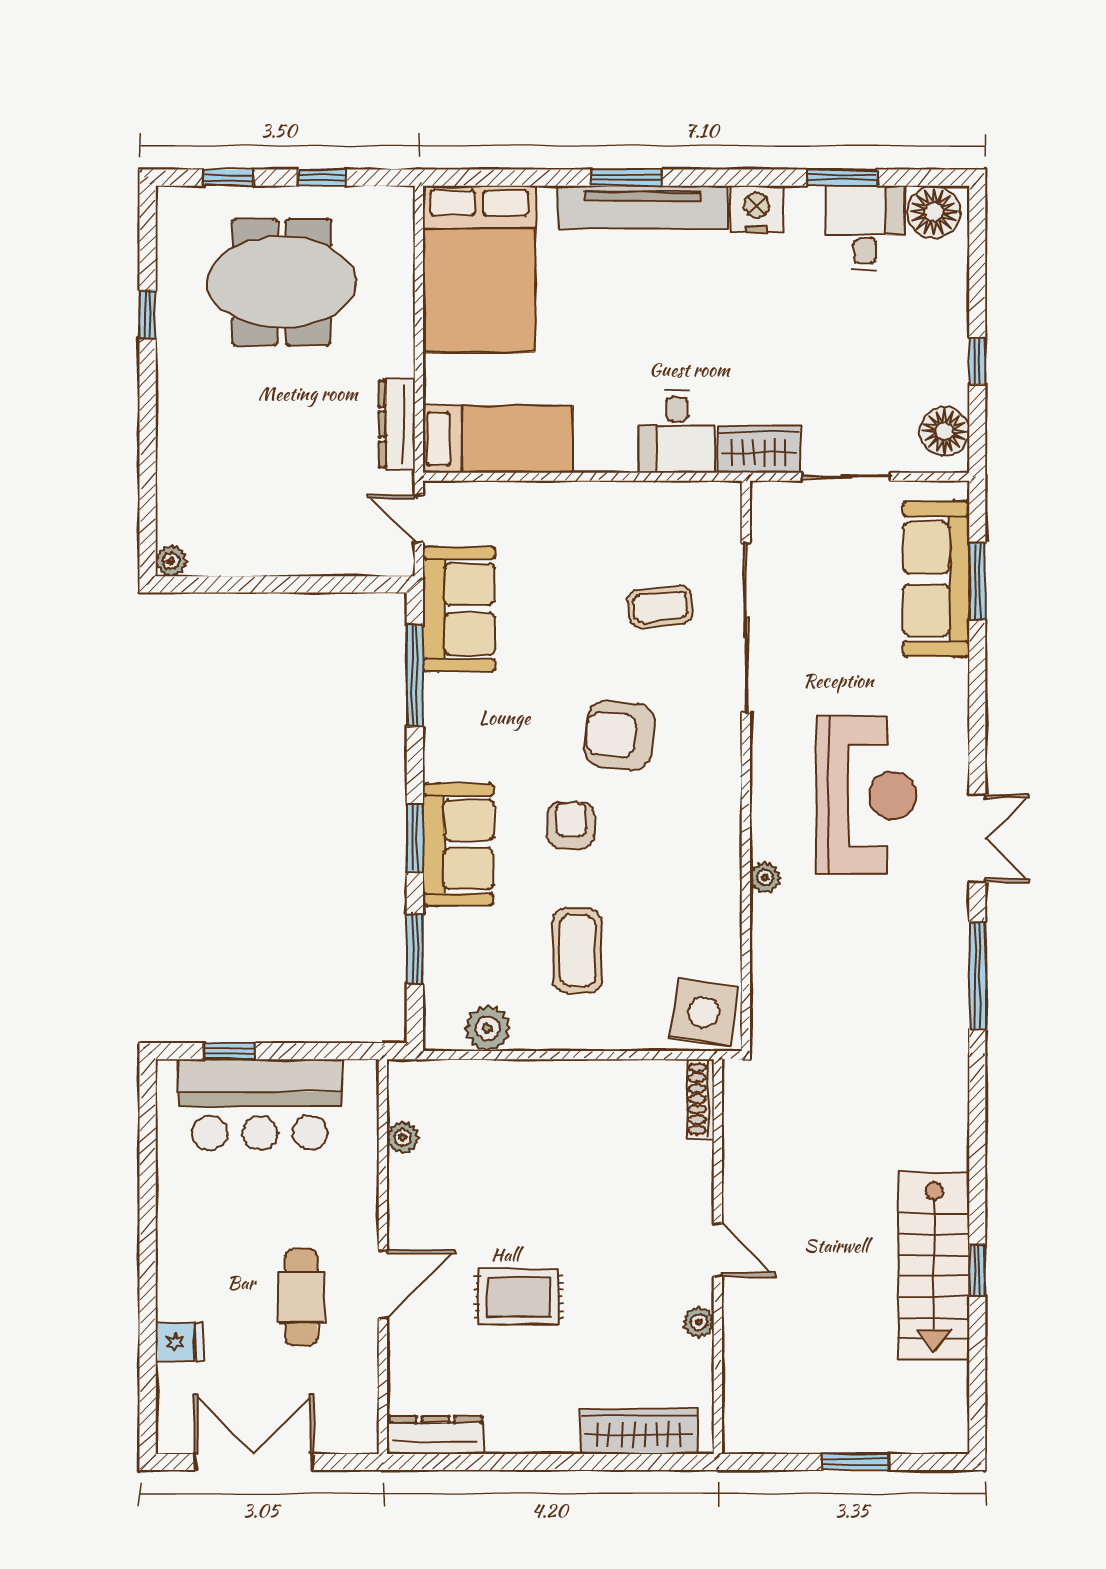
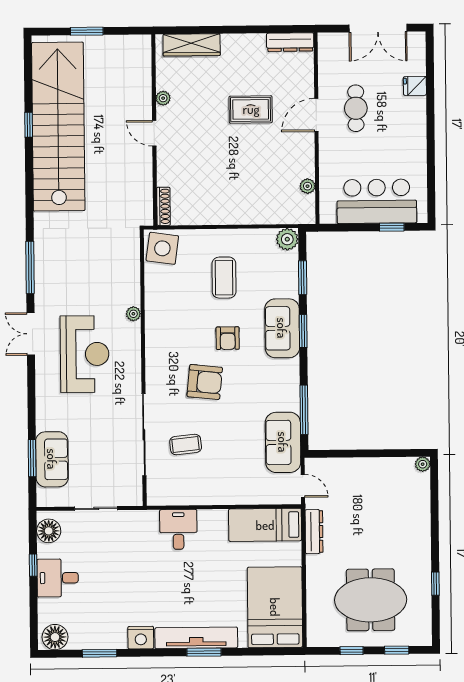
desk: (865, 228) -> (58, 578), moved, turned 90
wardrobe: (759, 449) -> (138, 521), removed
sofa: (936, 579) -> (52, 459), width x0.73
reception desk: (867, 796) -> (85, 354), turned 180
plant: (488, 1028) -> (287, 239), moved
stairs: (934, 1266) -> (58, 127), width x1.86, depth x1.51

